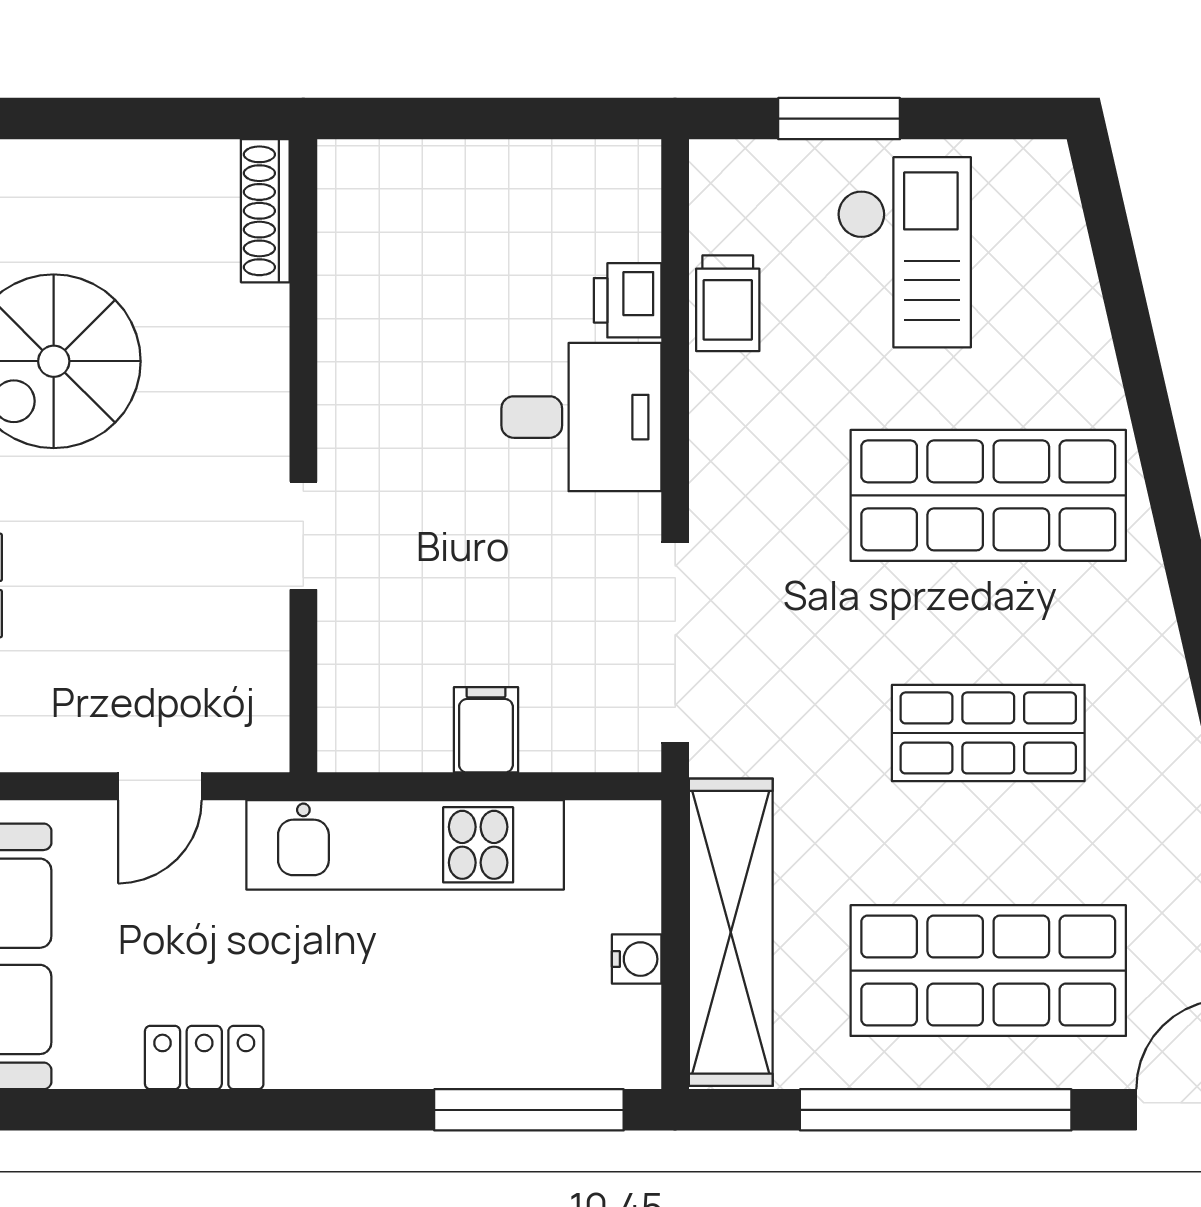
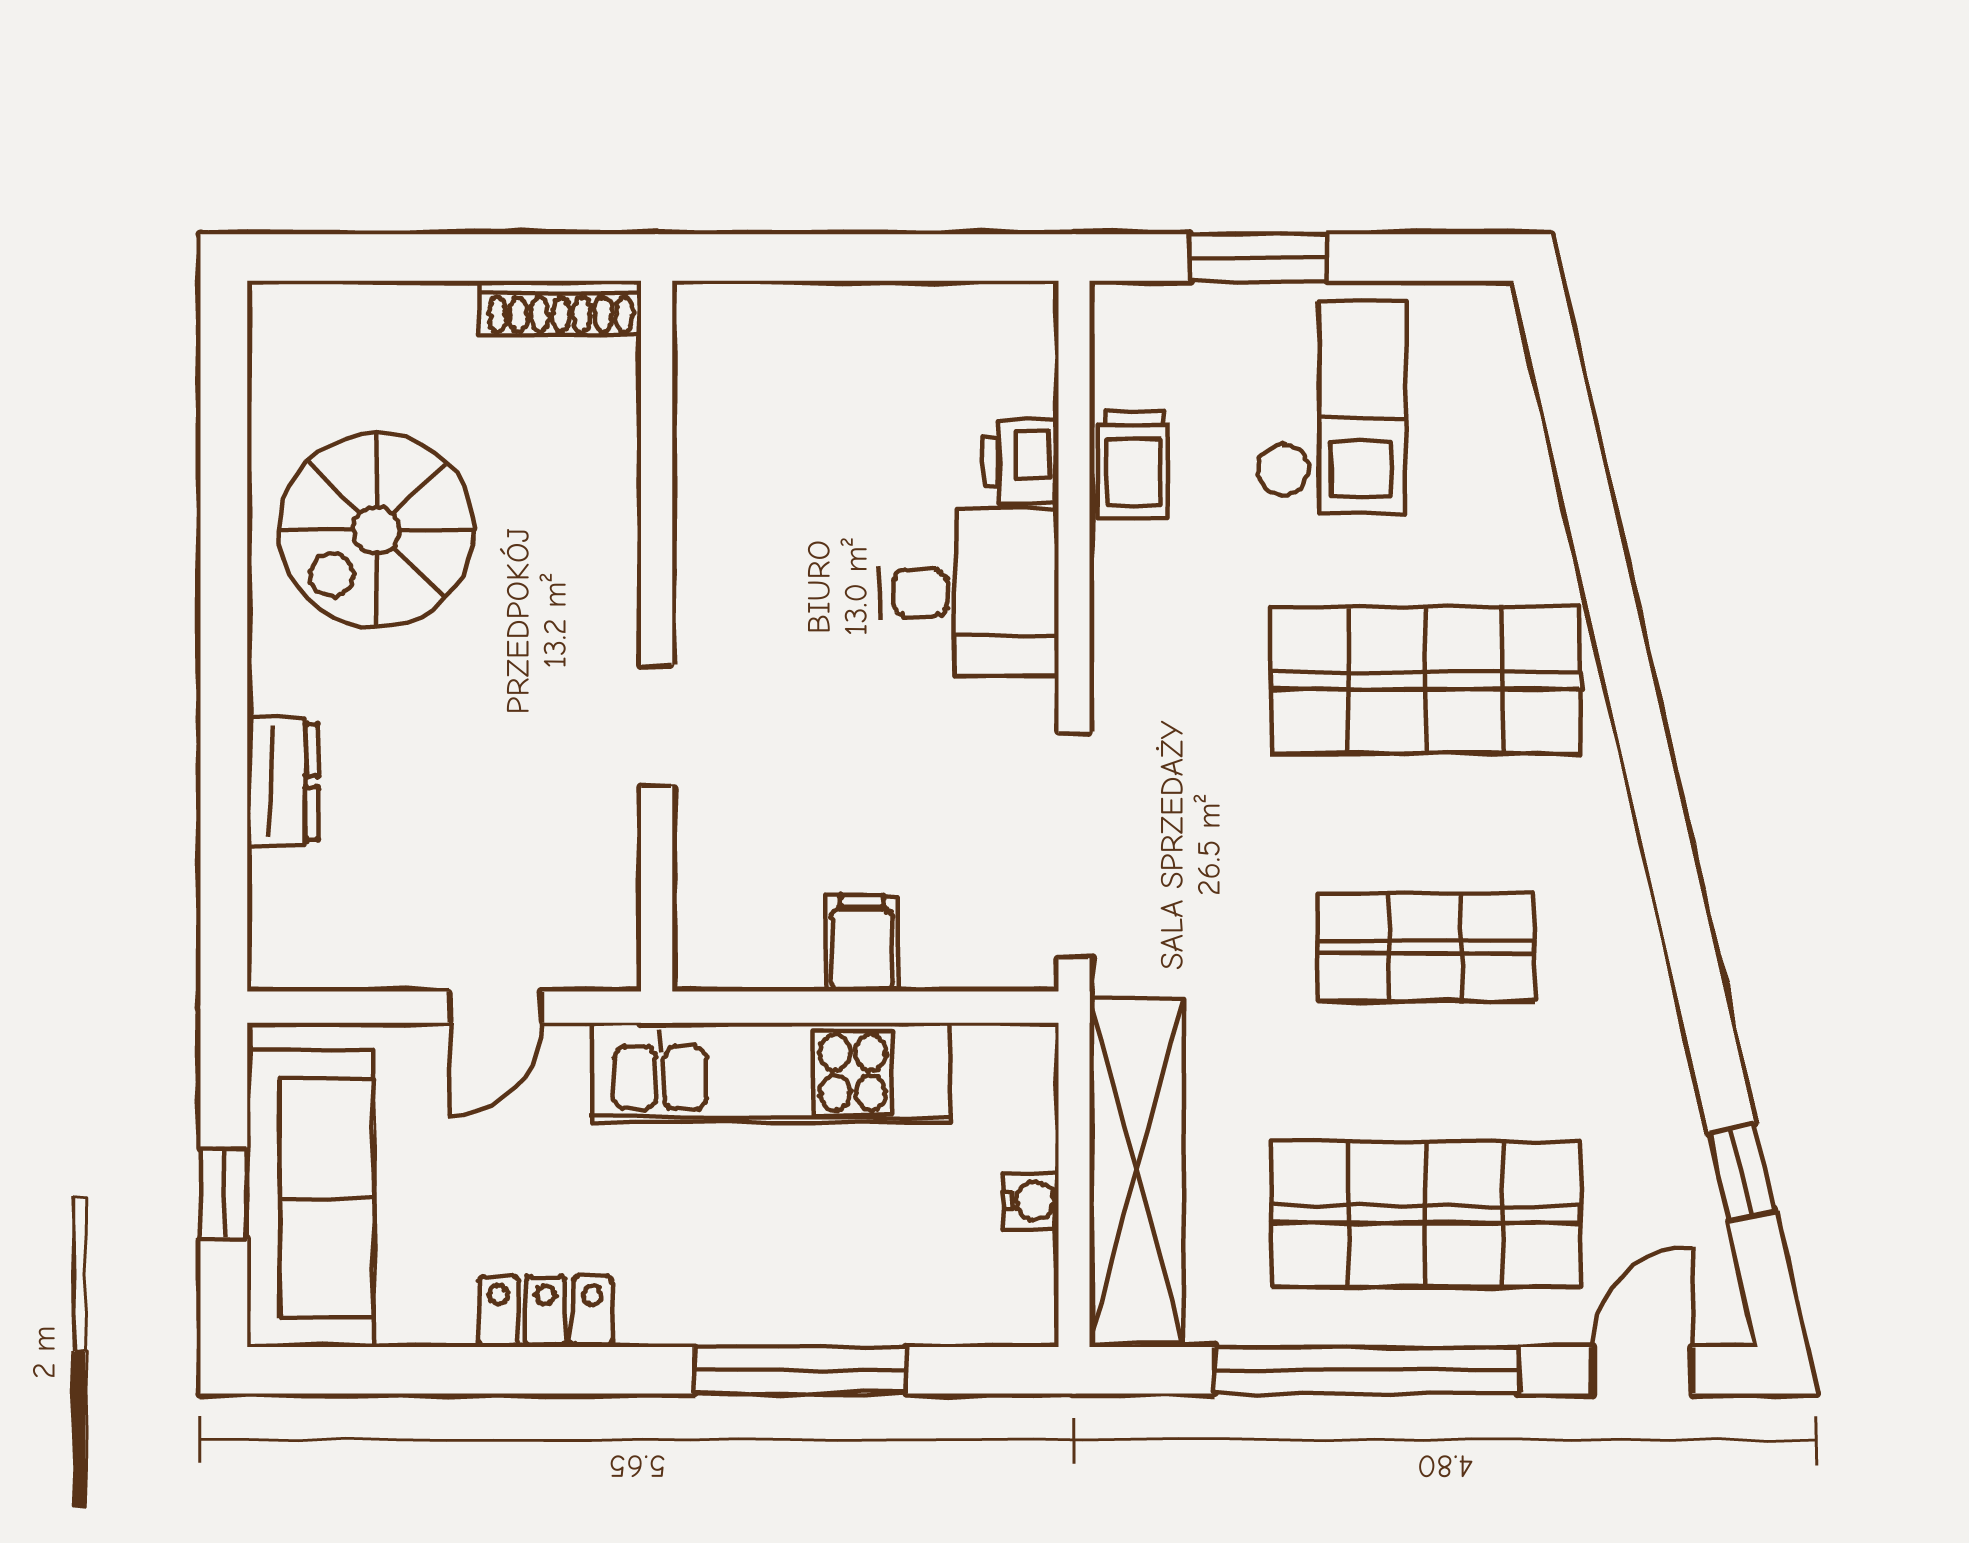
shoe rack: (265, 211) -> (561, 308), moved, turned -90
window: (529, 1110) -> (800, 1370), moved

